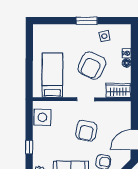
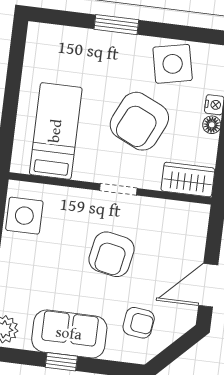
window: (87, 21) -> (116, 25), moved
side table: (104, 36) -> (173, 64), width x1.87, depth x1.87

